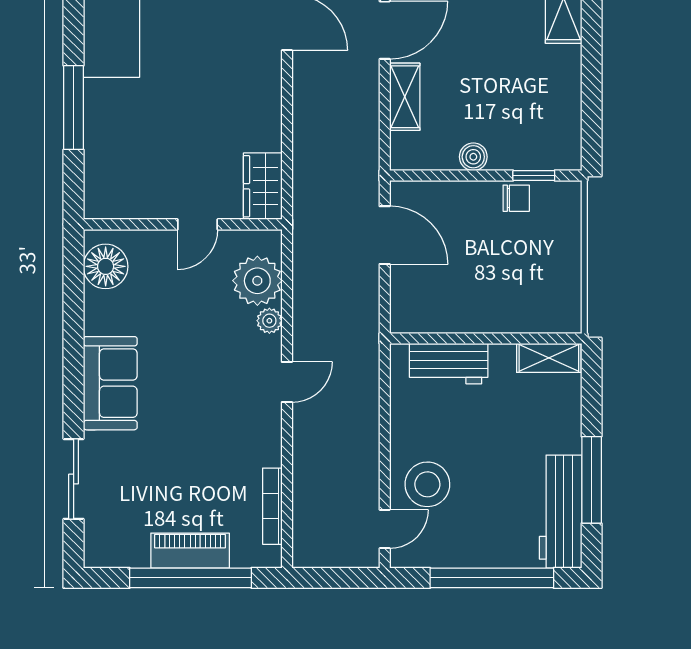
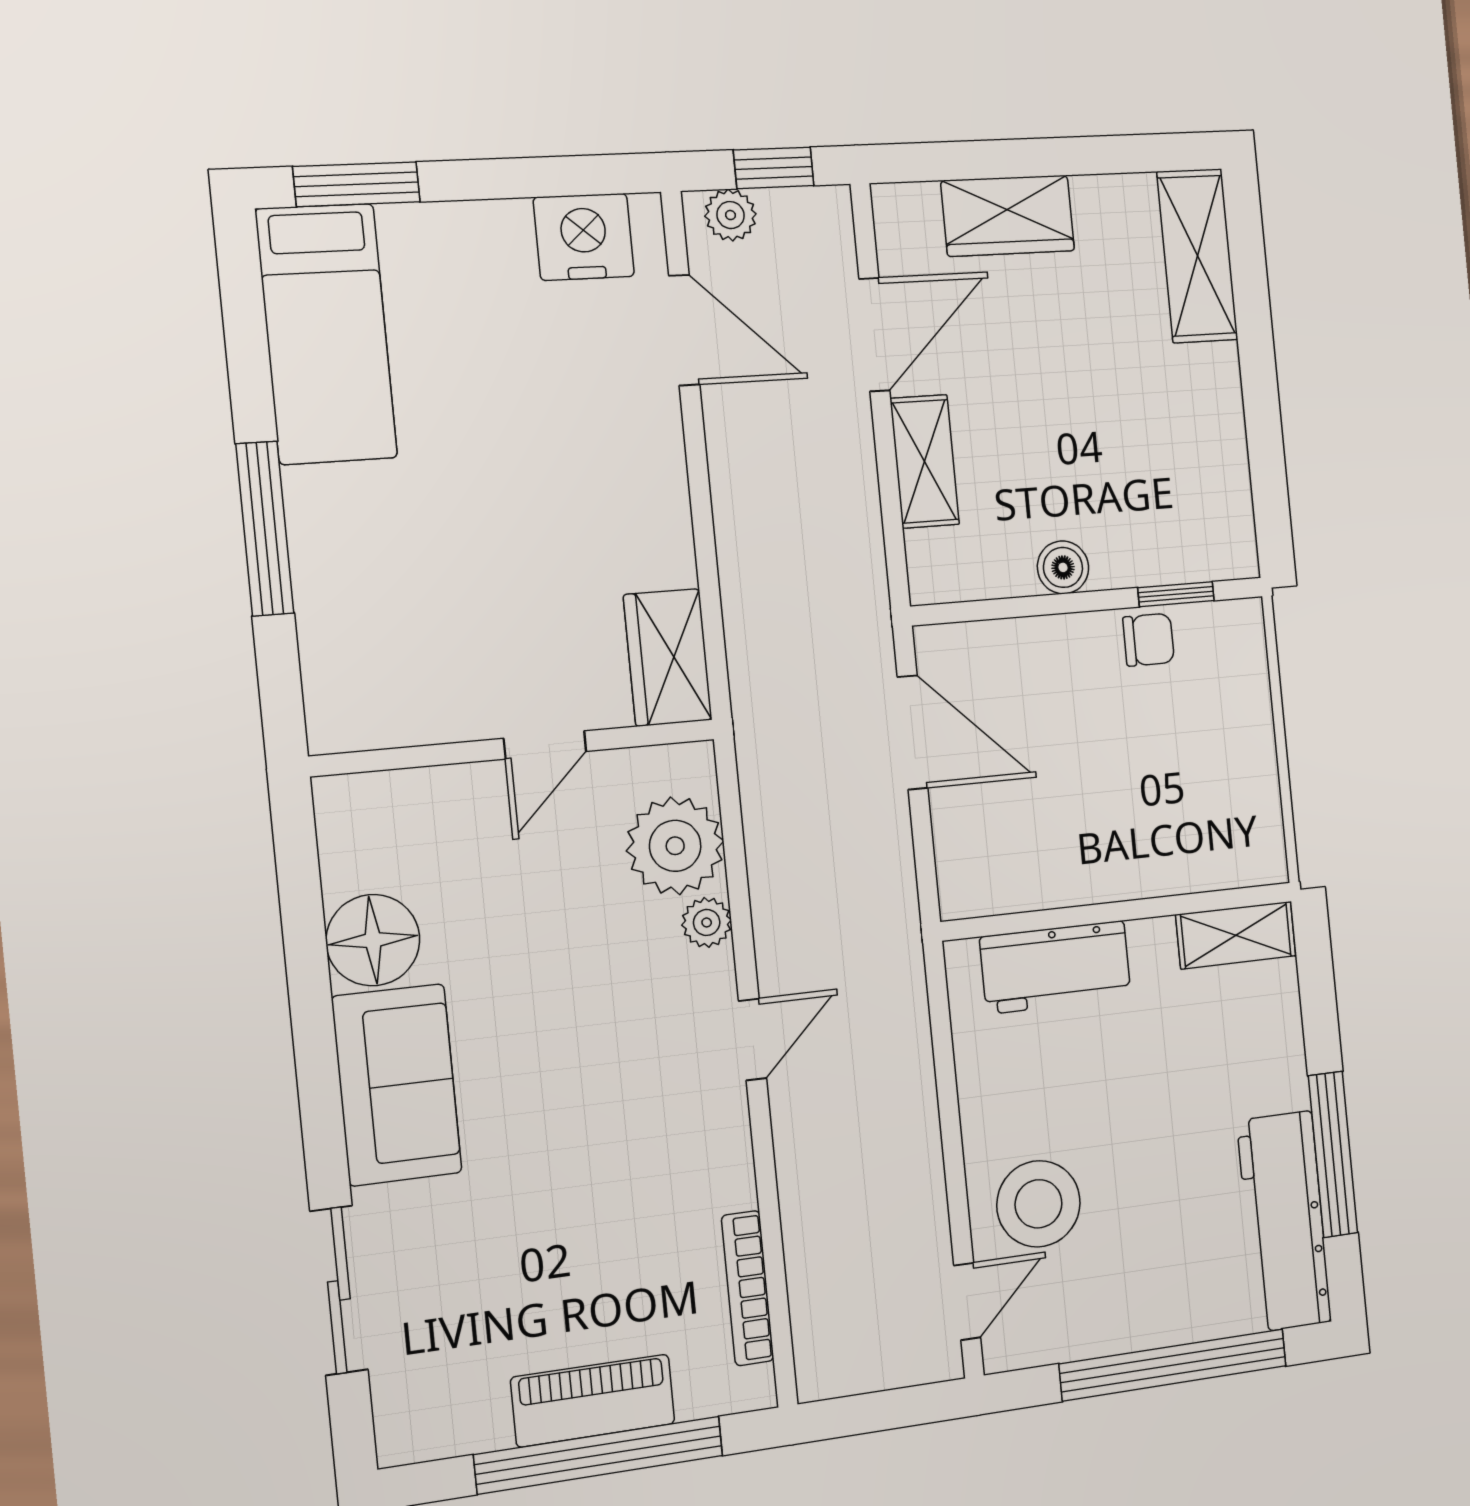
floor lamp: (106, 266) -> (373, 940), moved

